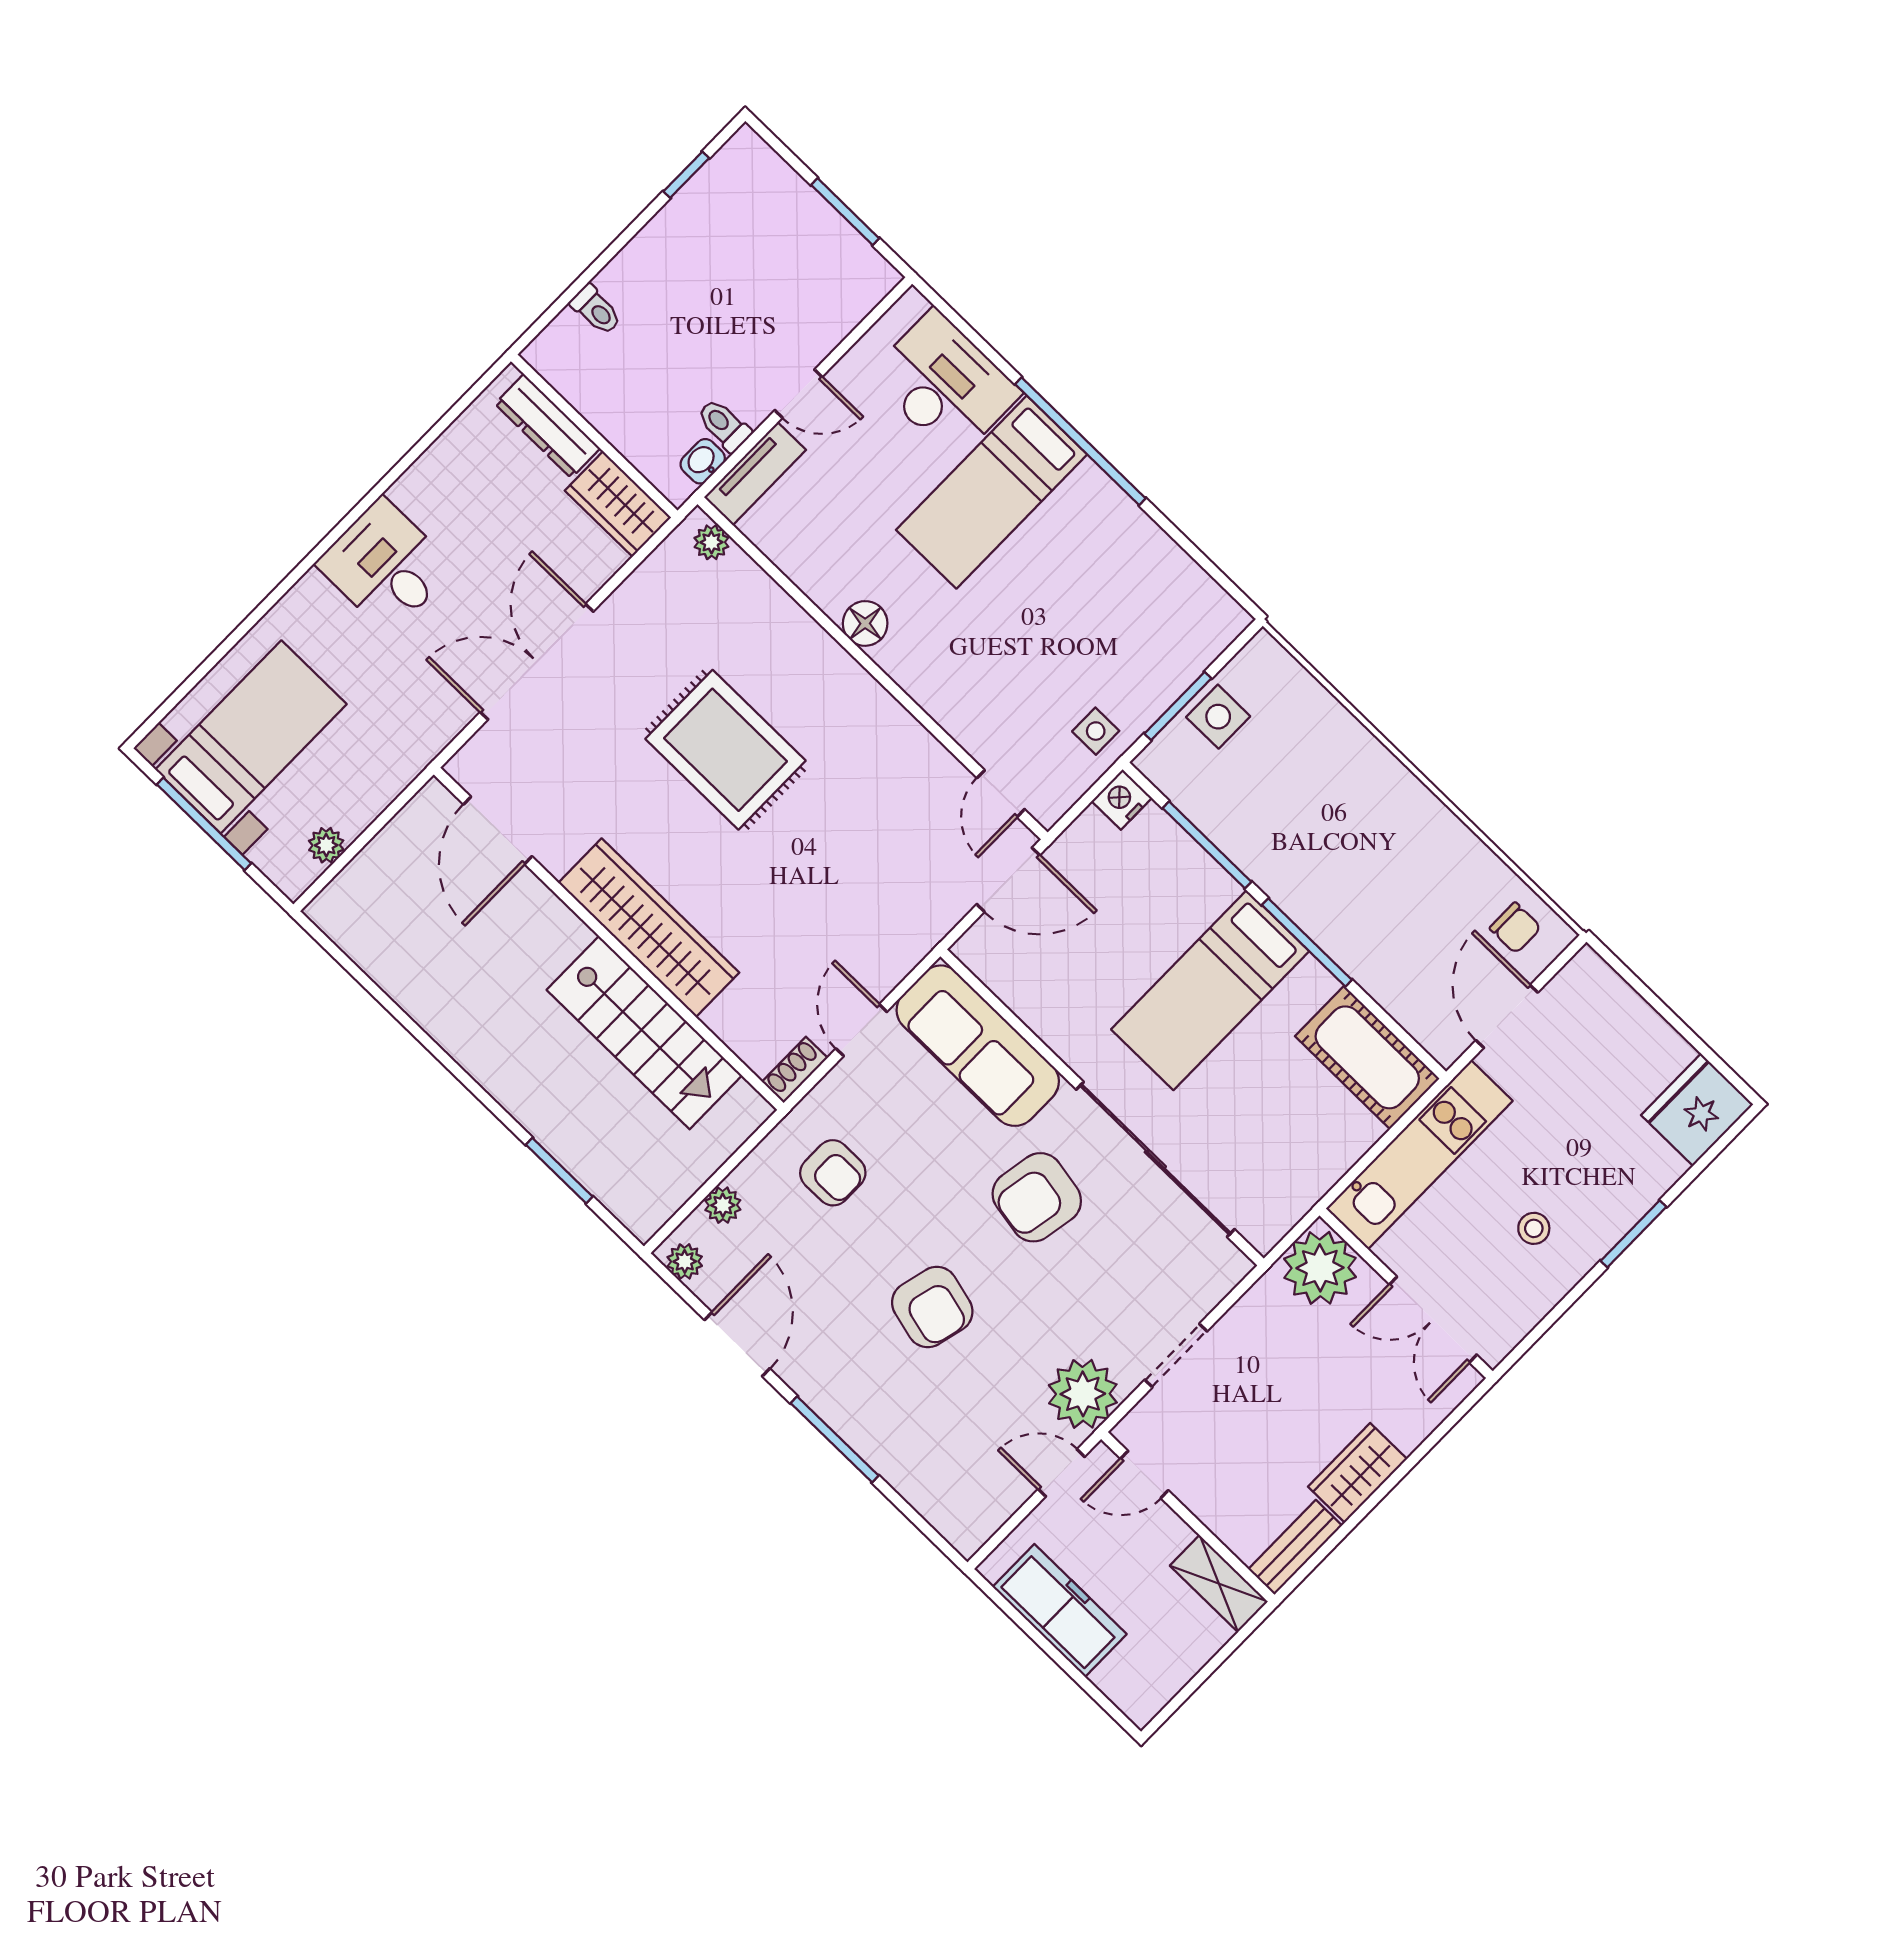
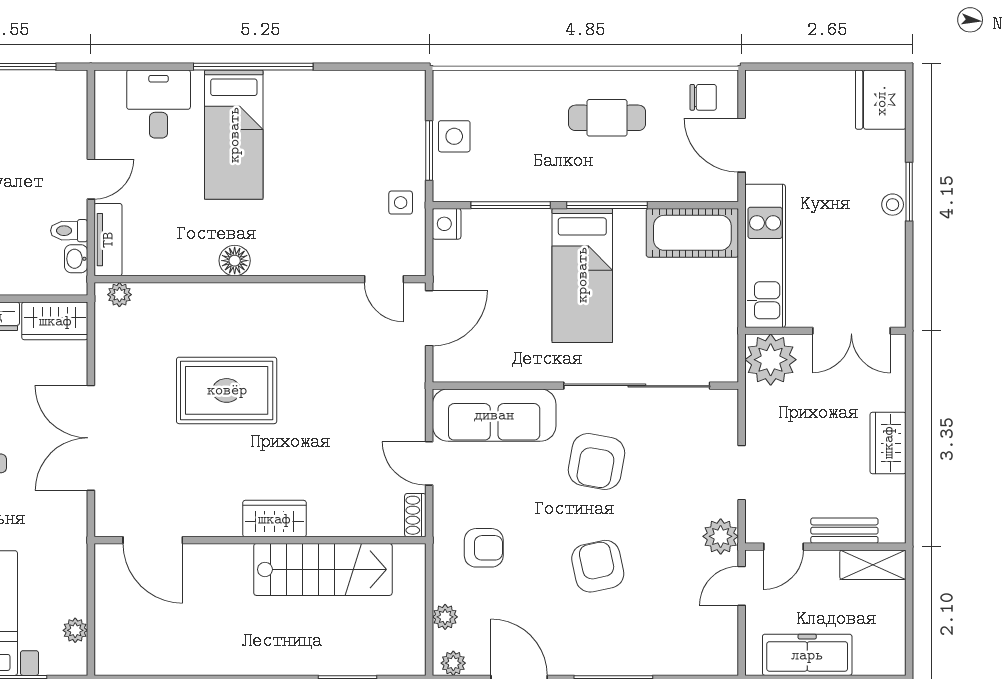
desk: (944, 384) -> (159, 104), width x0.73
cafe table: (1395, 852) -> (607, 118), added
wardrobe: (649, 928) -> (274, 519), width x0.48, depth x0.85
stool: (1534, 1228) -> (893, 205), moved
armchair: (932, 1307) -> (598, 566), turned -116
plant: (1083, 1394) -> (721, 536), width x0.73, depth x0.73
bench: (1295, 1547) -> (844, 531), moved, turned 90

